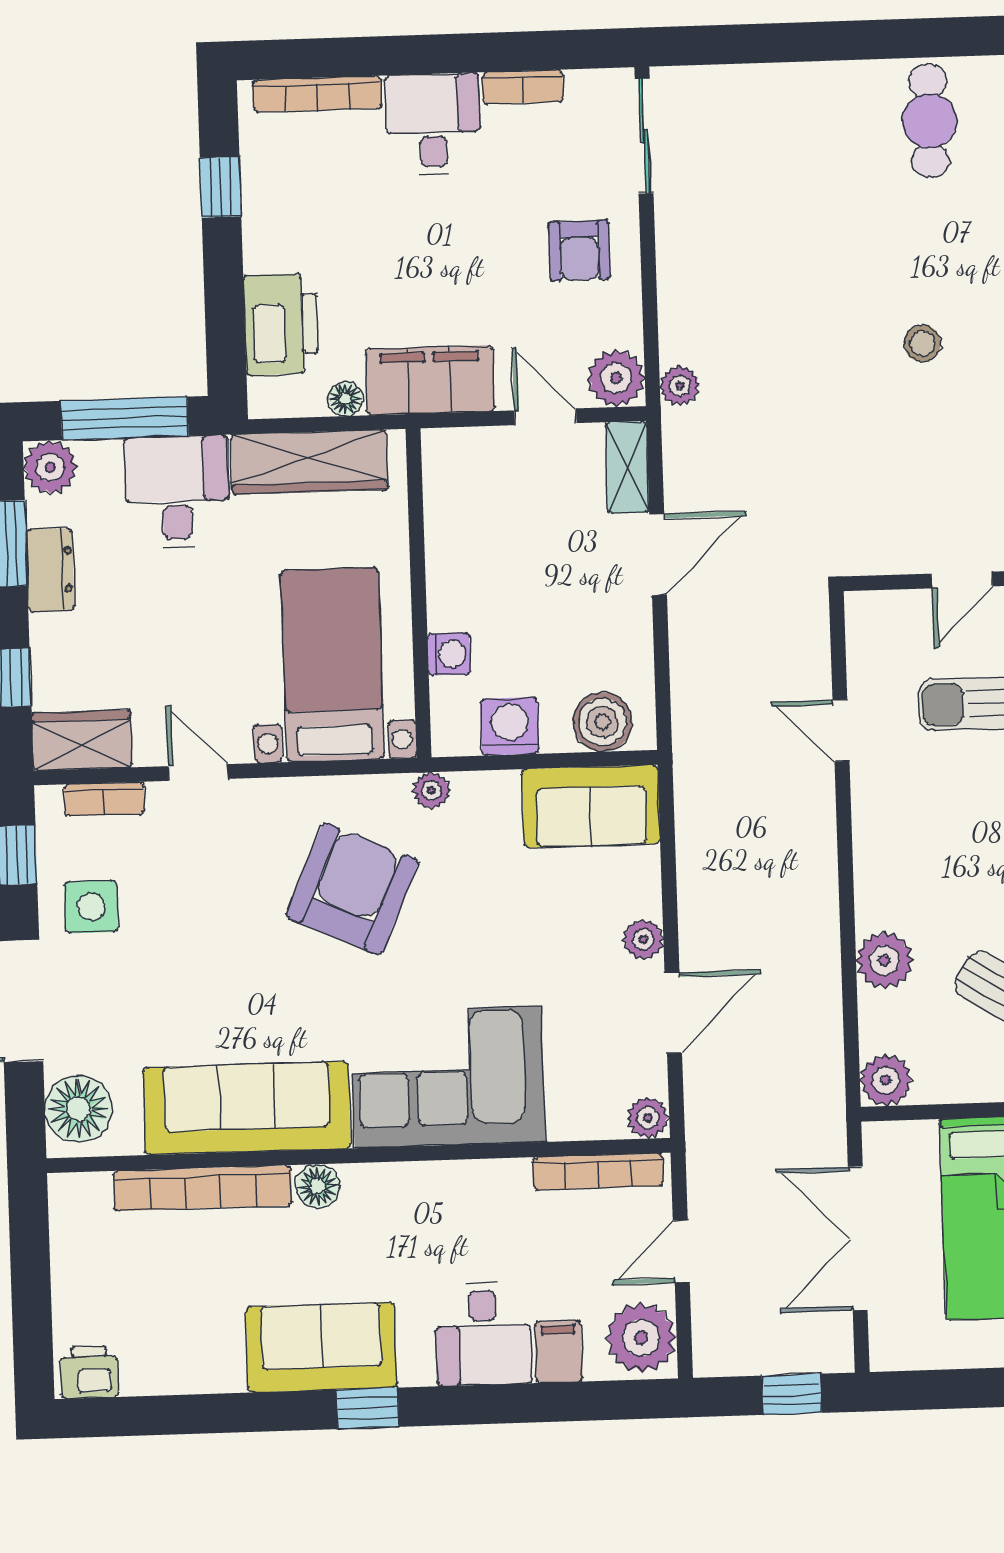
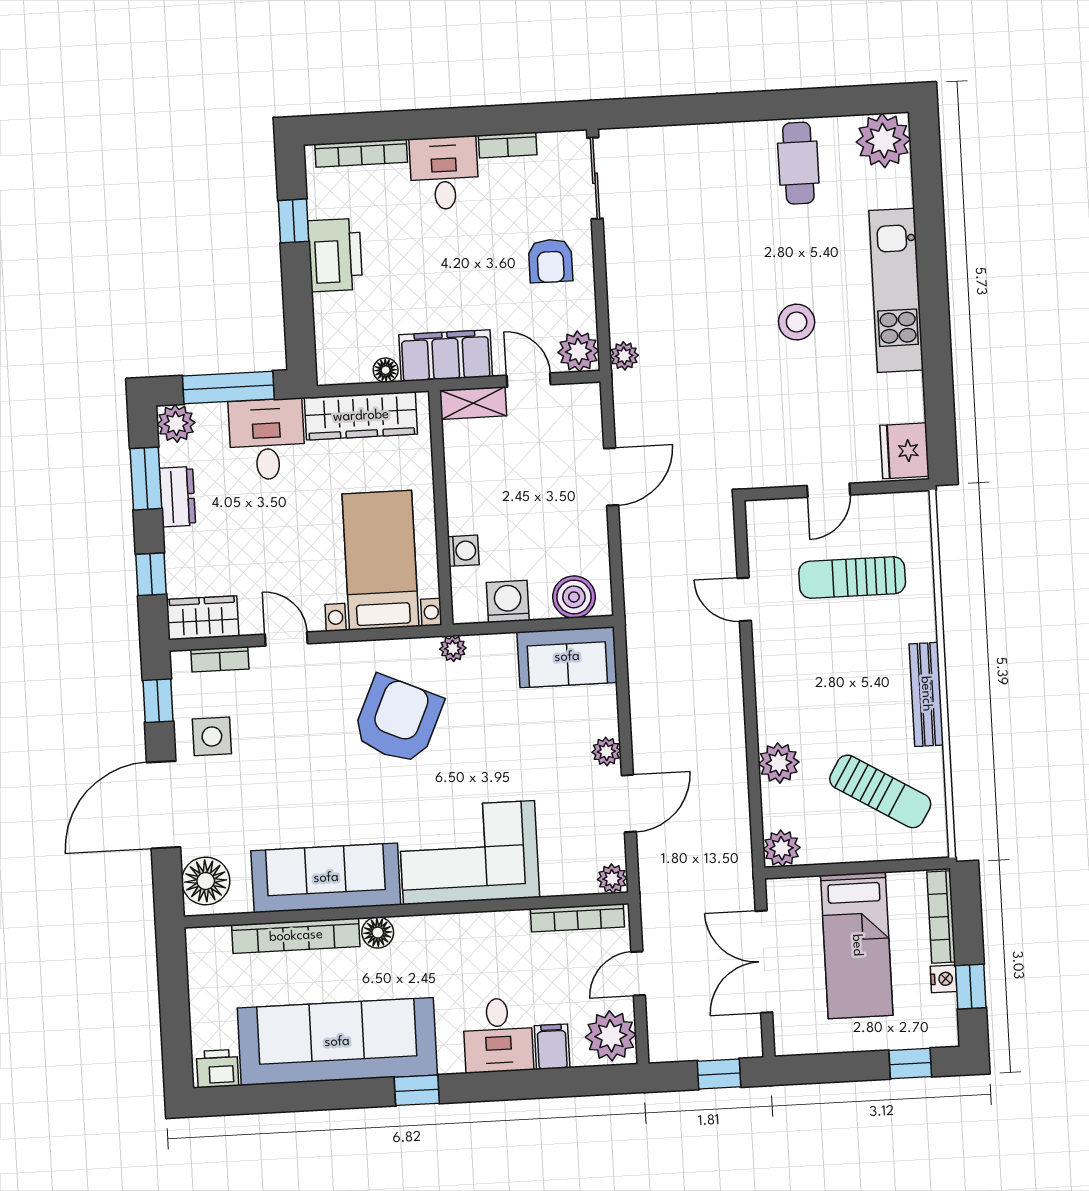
printer: (281, 324) -> (335, 255), moved
stool: (922, 343) -> (797, 322), width x1.37, depth x1.37
shelving: (627, 467) -> (473, 403), moved, turned 90
sofa: (321, 1347) -> (337, 1042), width x1.85, depth x1.27

